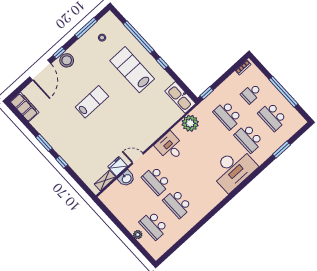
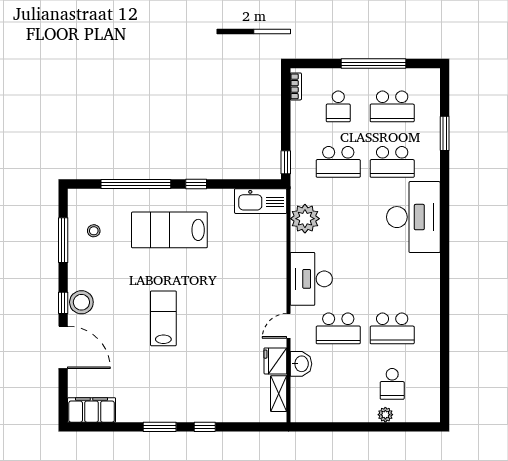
desk: (170, 147) -> (311, 279), width x1.37
school desk: (154, 225) -> (392, 384), width x0.54

